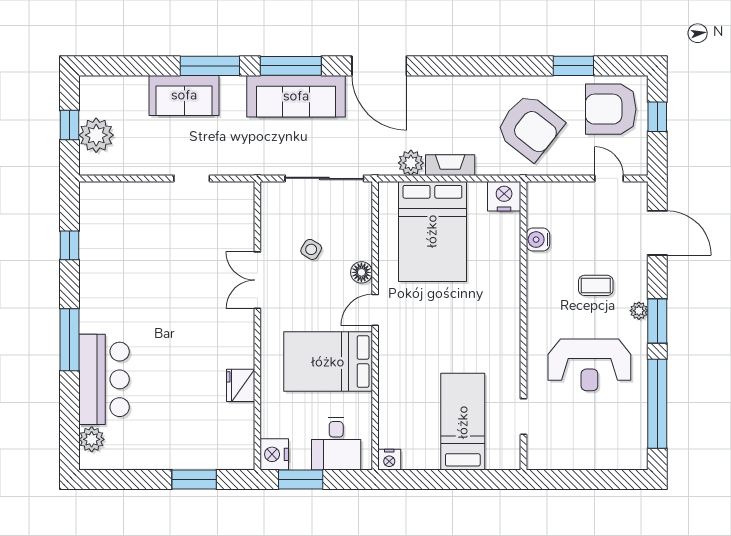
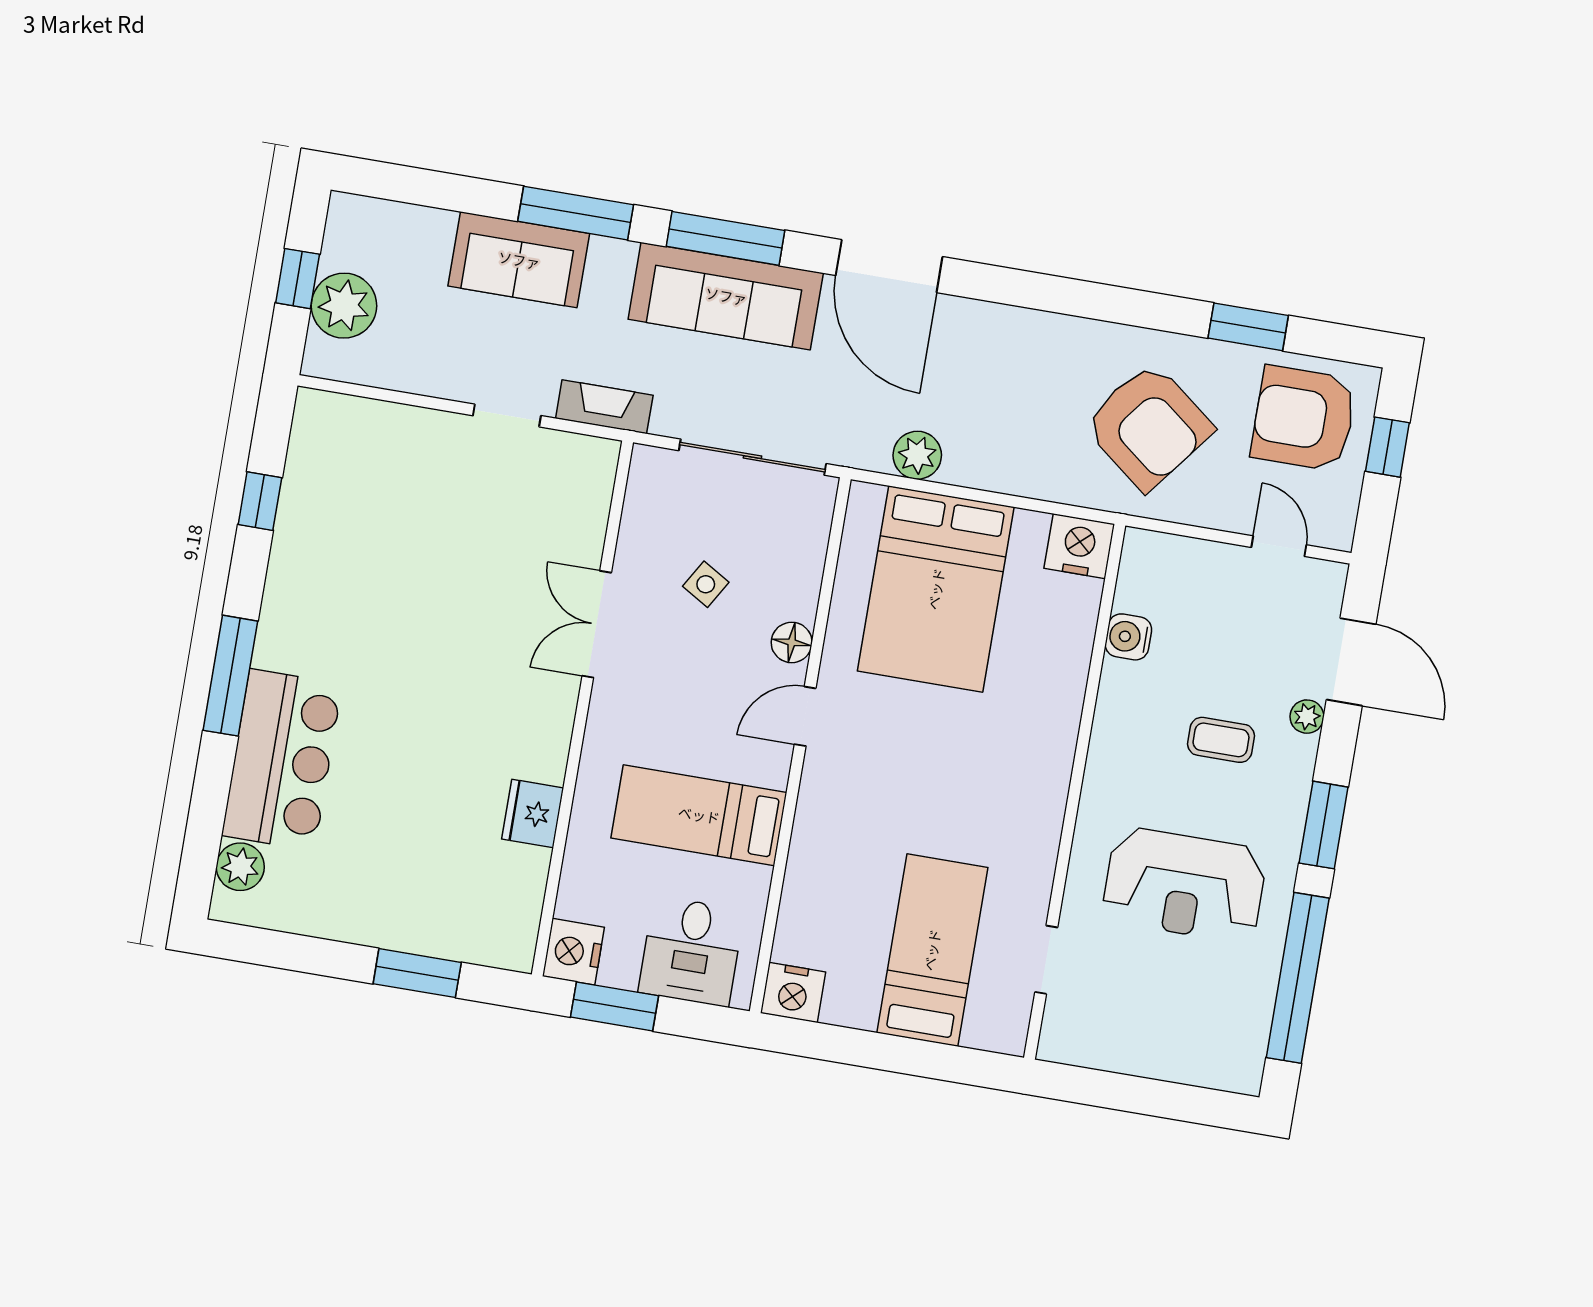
fireplace: (450, 165) -> (604, 407), moved
plant: (639, 311) -> (1307, 717), moved
bed: (328, 362) -> (699, 815), width x0.67
nightstand: (389, 460) -> (793, 992), width x1.36, depth x1.33

